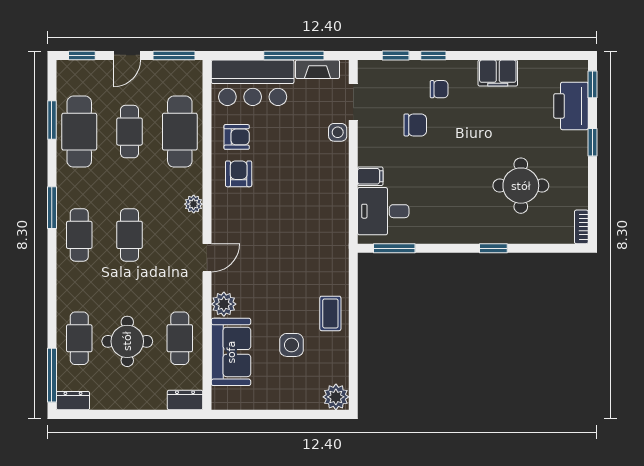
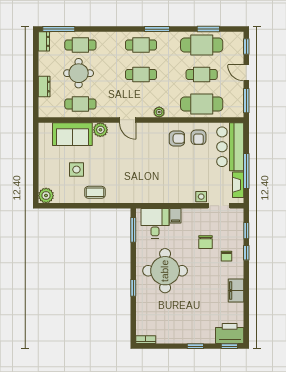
printer: (571, 106) -> (230, 333), moved
round table: (521, 186) -> (165, 271), moved, width x1.36, depth x1.36
dresser: (185, 400) -> (44, 87), moved

